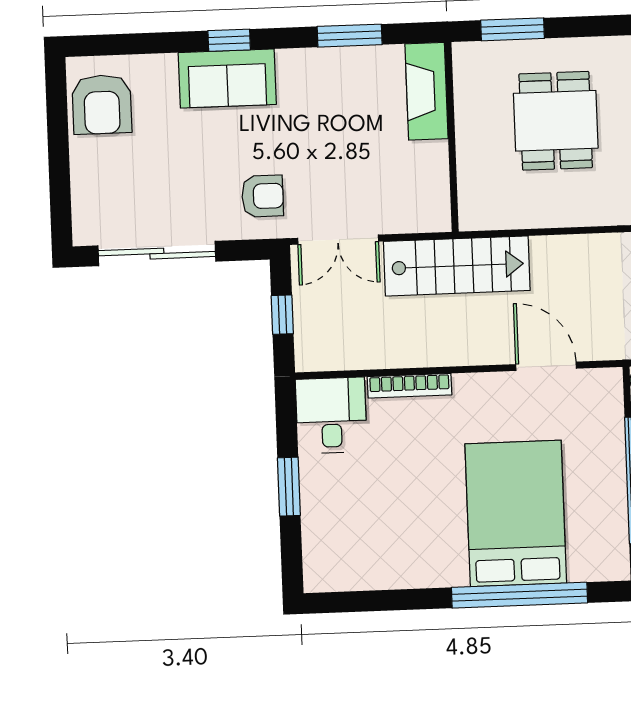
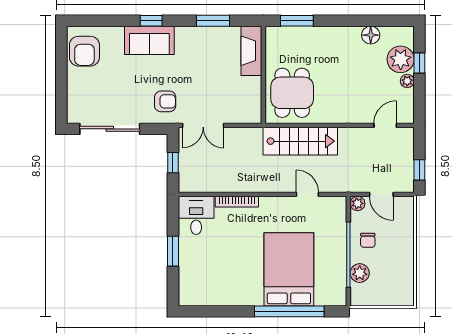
dining table: (556, 121) -> (292, 93), moved
stairs: (457, 266) -> (300, 141), moved
door: (546, 366) -> (307, 194), width x0.73

